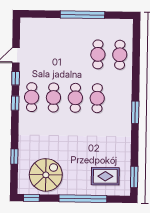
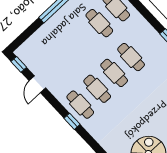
window: (16, 78) -> (19, 64), moved

